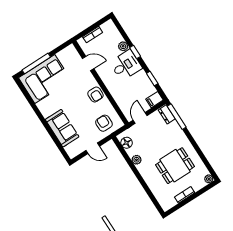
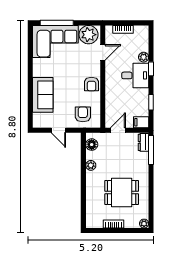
plant: (68, 57) -> (89, 35), added
door: (88, 64) -> (103, 52), hinge flipped

